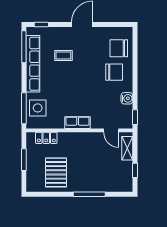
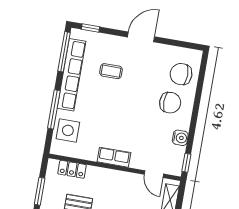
window: (24, 108) -> (54, 109), moved

